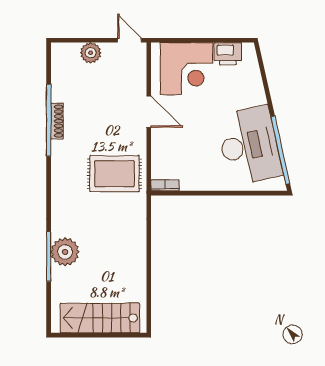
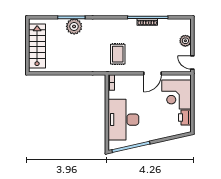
door: (129, 40) -> (192, 62), swing flipped
desk: (249, 146) -> (123, 120), moved, turned 103
rug: (114, 174) -> (118, 54), width x0.73, depth x0.70

